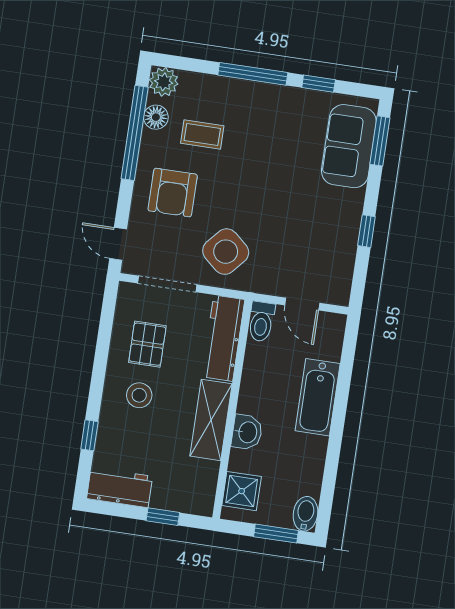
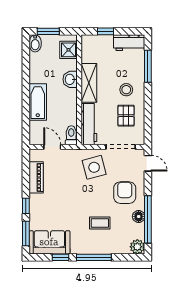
floor lamp: (156, 117) -> (139, 216), moved
coffee table: (202, 134) -> (100, 223), moved
sofa: (349, 146) -> (49, 242), moved, turned -90
window: (366, 231) -> (26, 206), moved
piano: (343, 249) -> (36, 177), added
side table: (226, 252) -> (94, 167), turned 34
window: (89, 435) -> (148, 66), width x2.17

